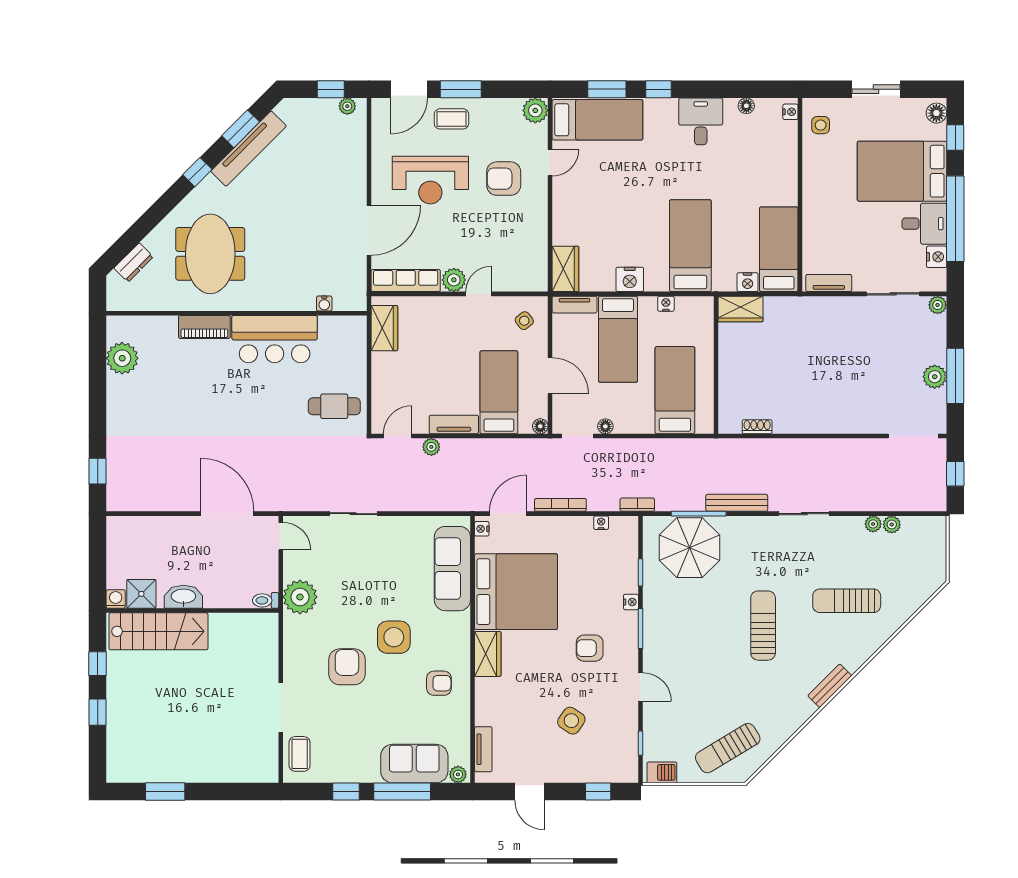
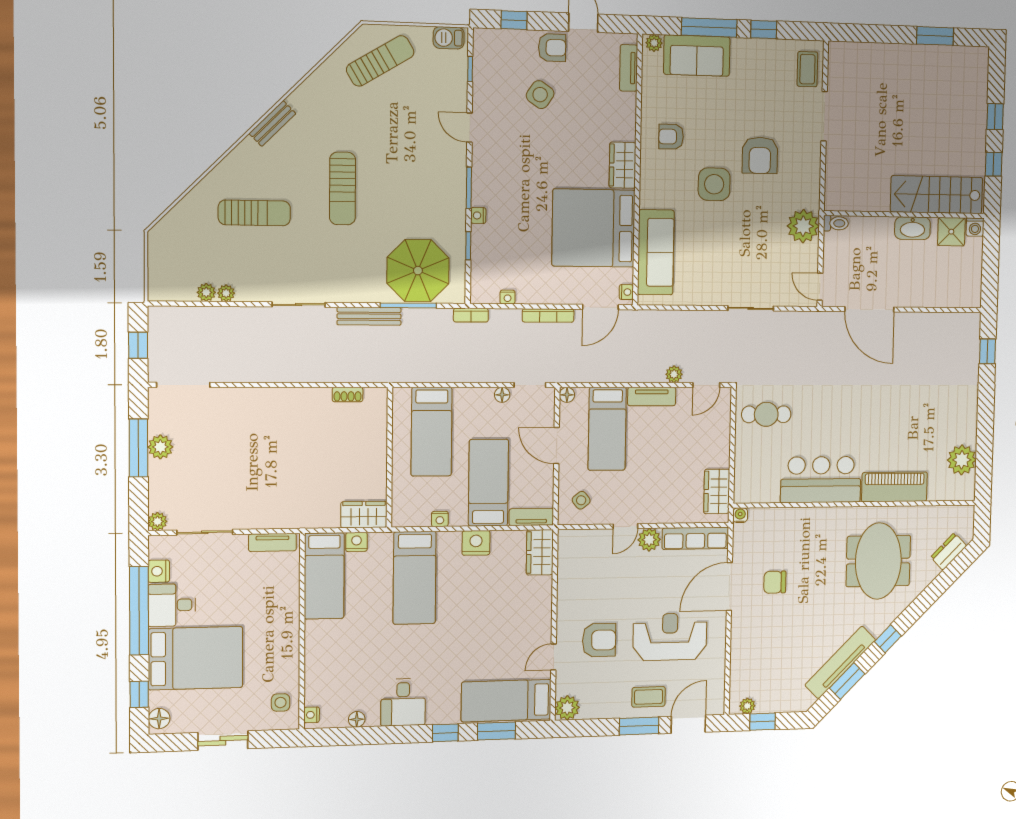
chair: (321, 234) -> (775, 582), added
water cooler: (324, 303) -> (740, 515), moved
piano: (204, 327) -> (894, 487), width x1.37, depth x1.33
armchair: (590, 648) -> (552, 48), moved

